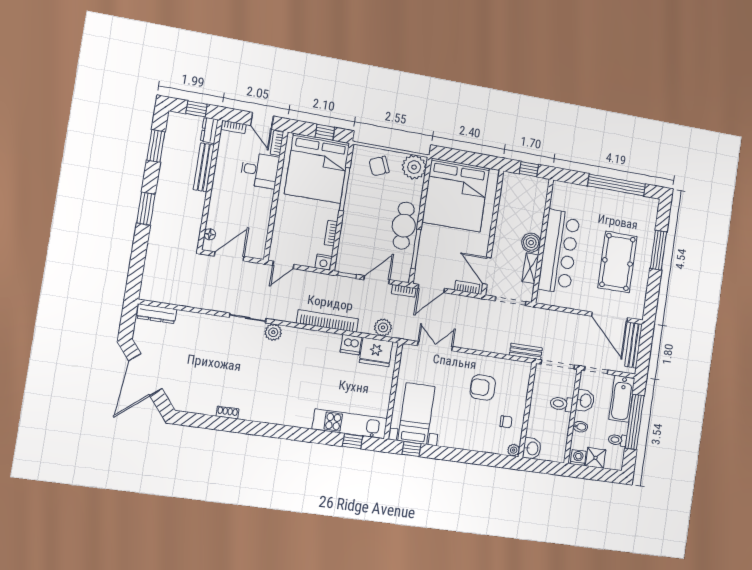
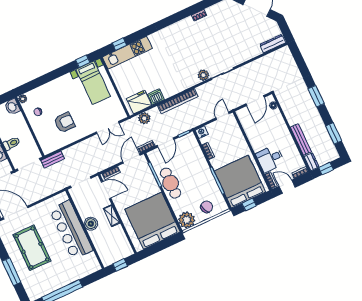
shelving: (530, 268) -> (112, 216), moved

